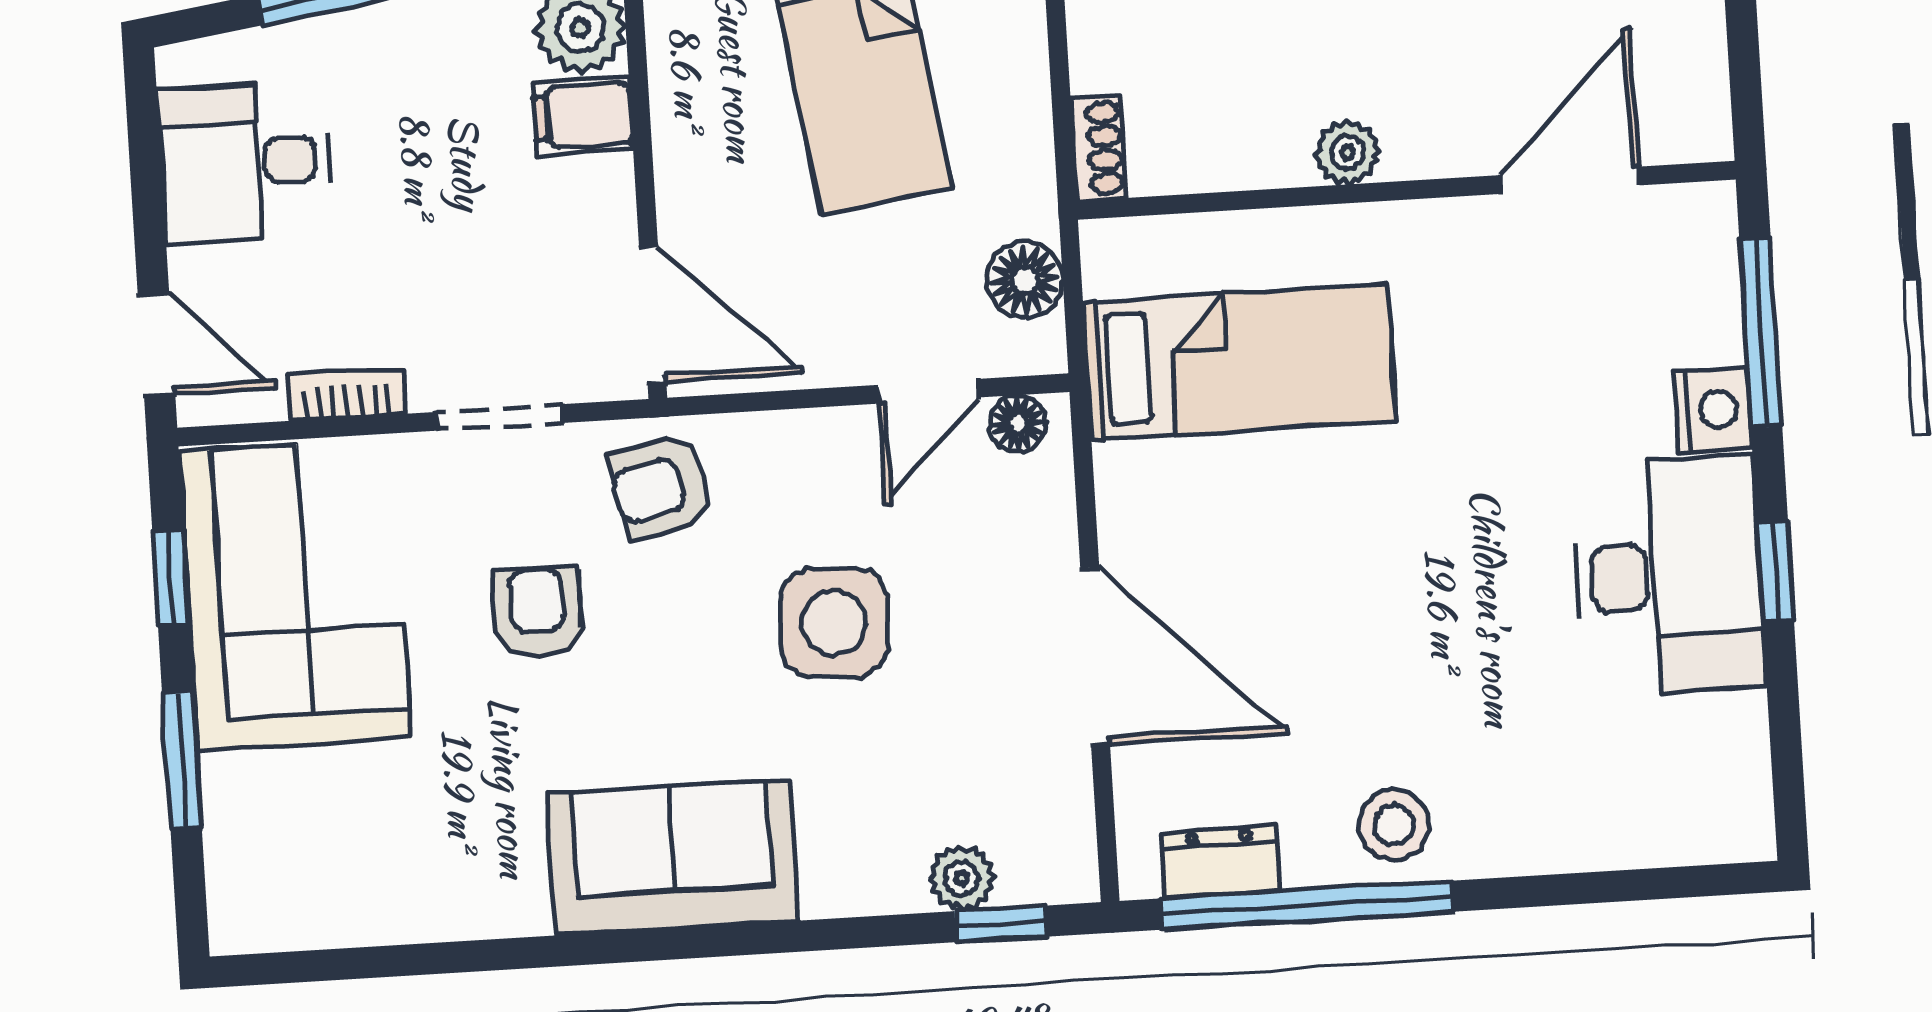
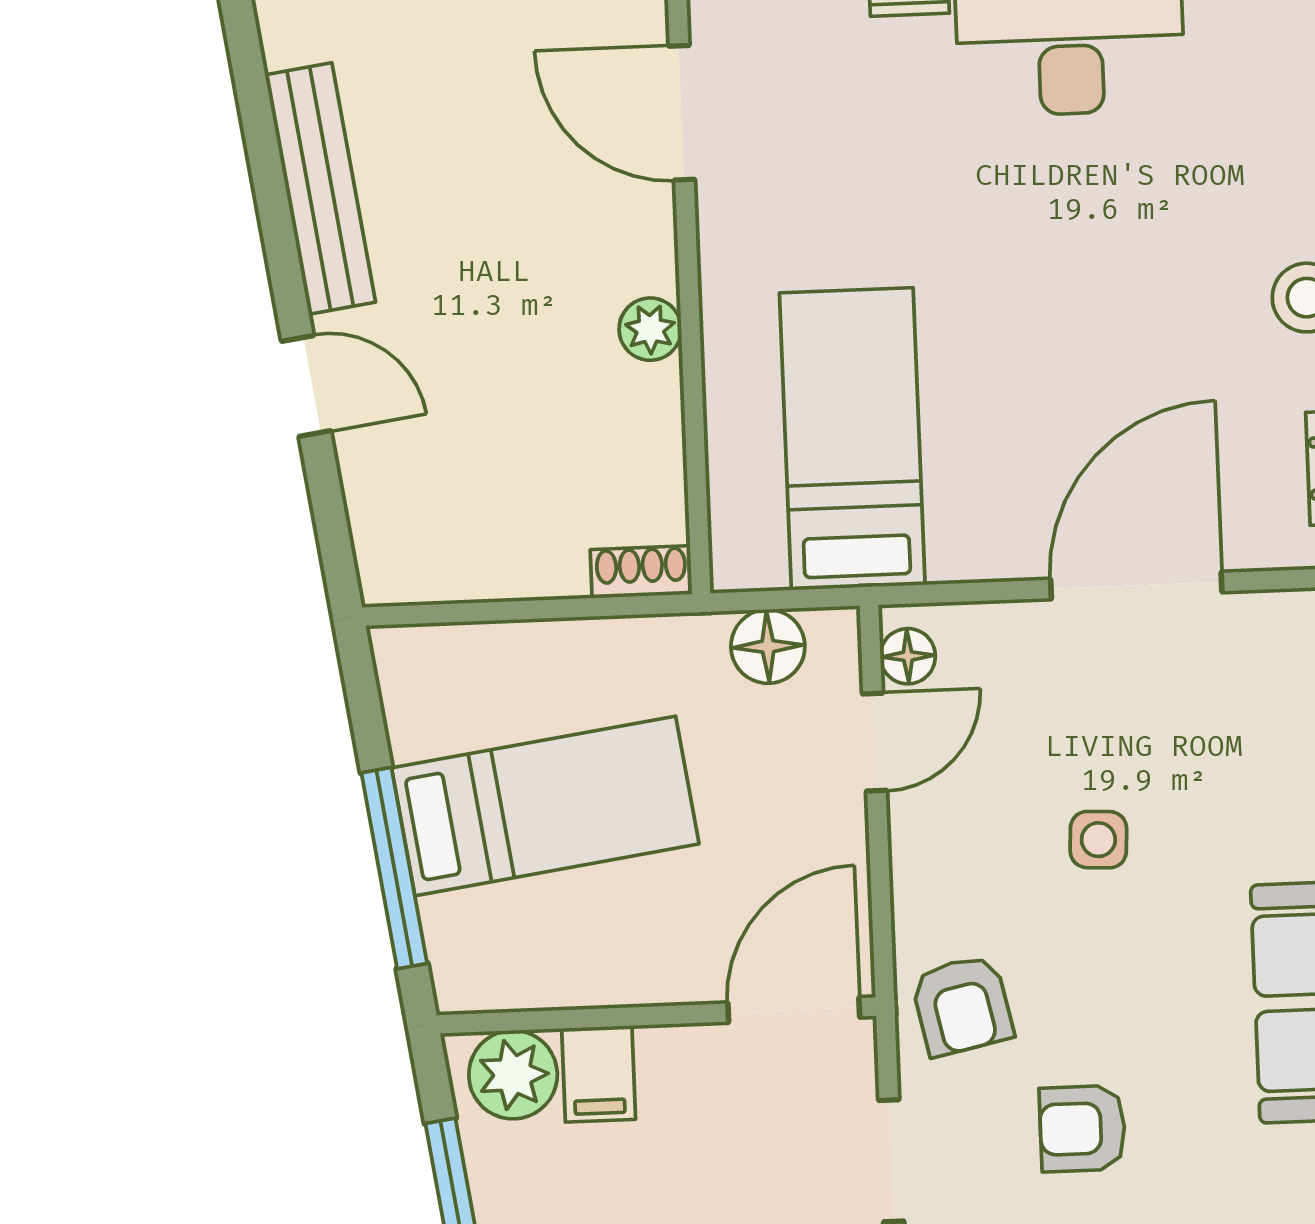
door: (929, 391) -> (874, 742), hinge flipped
side table: (834, 623) -> (1098, 840), width x0.54, depth x0.54

